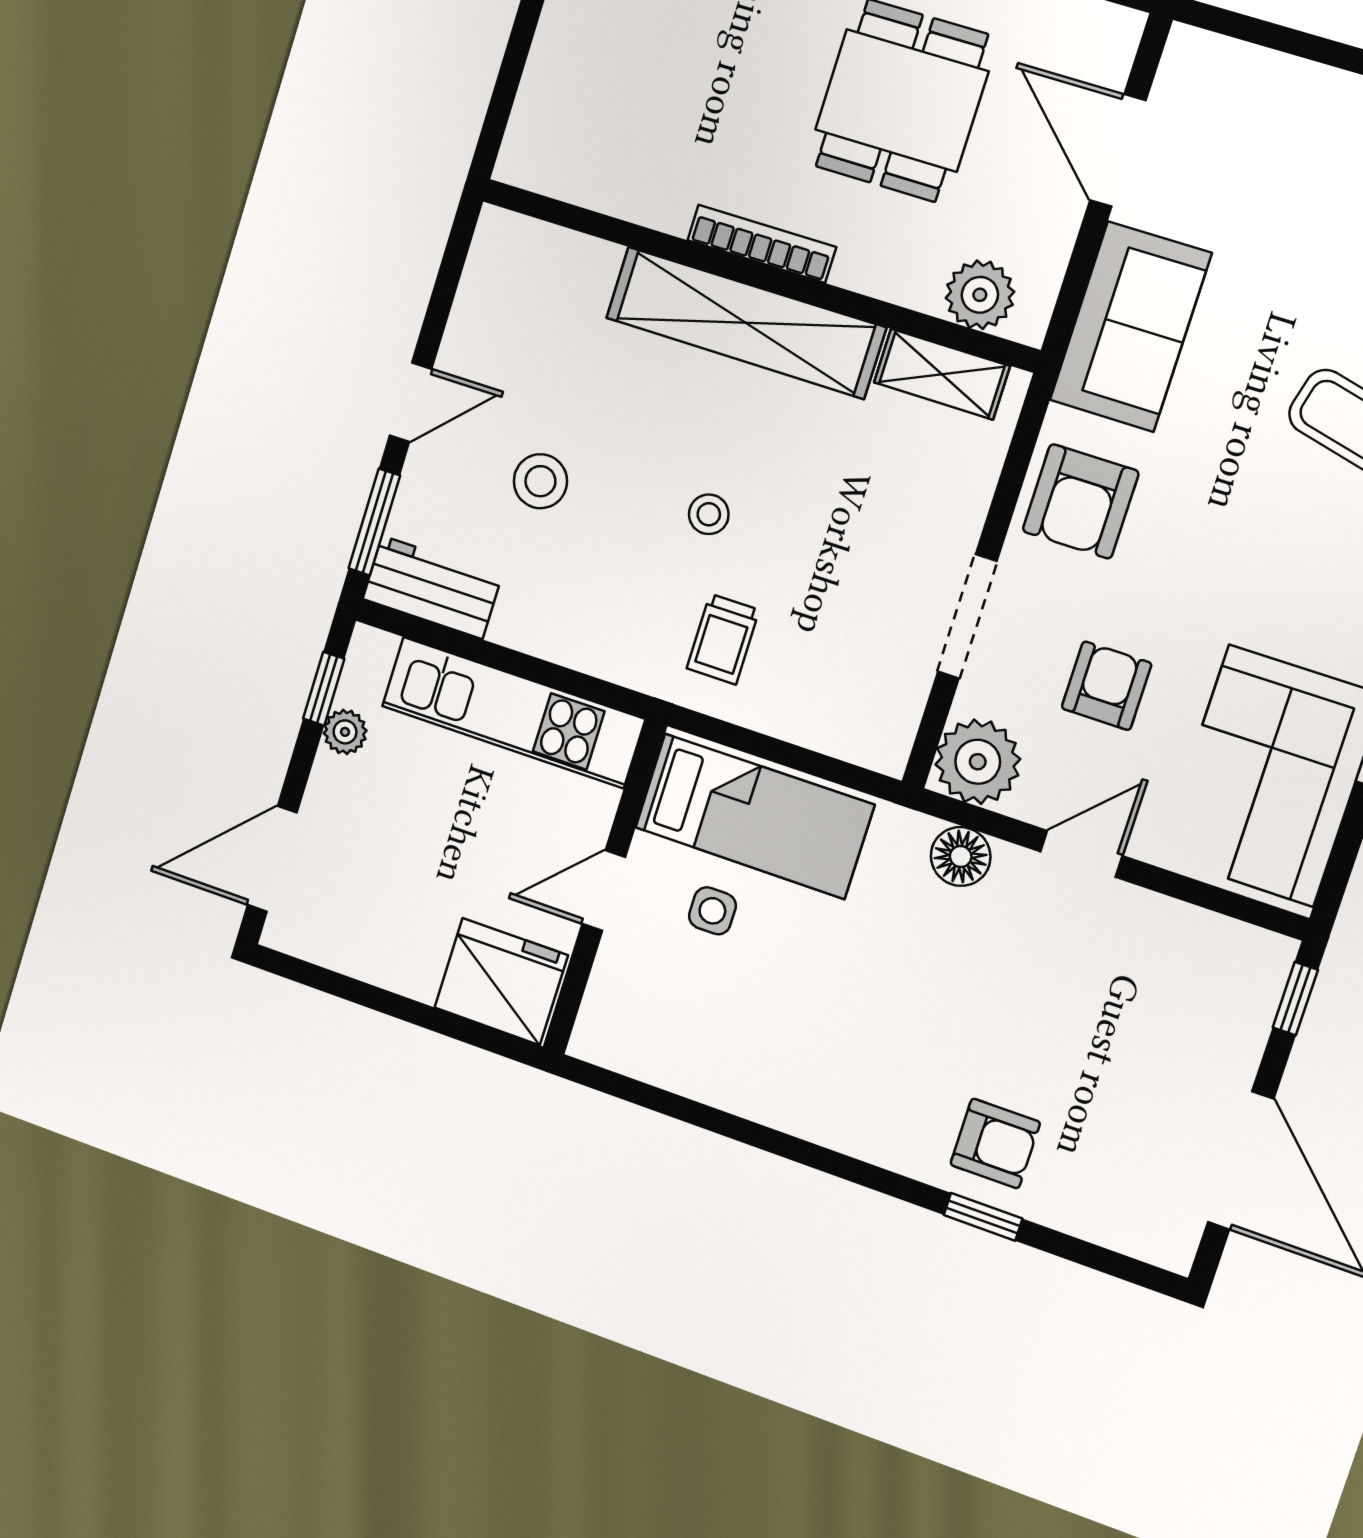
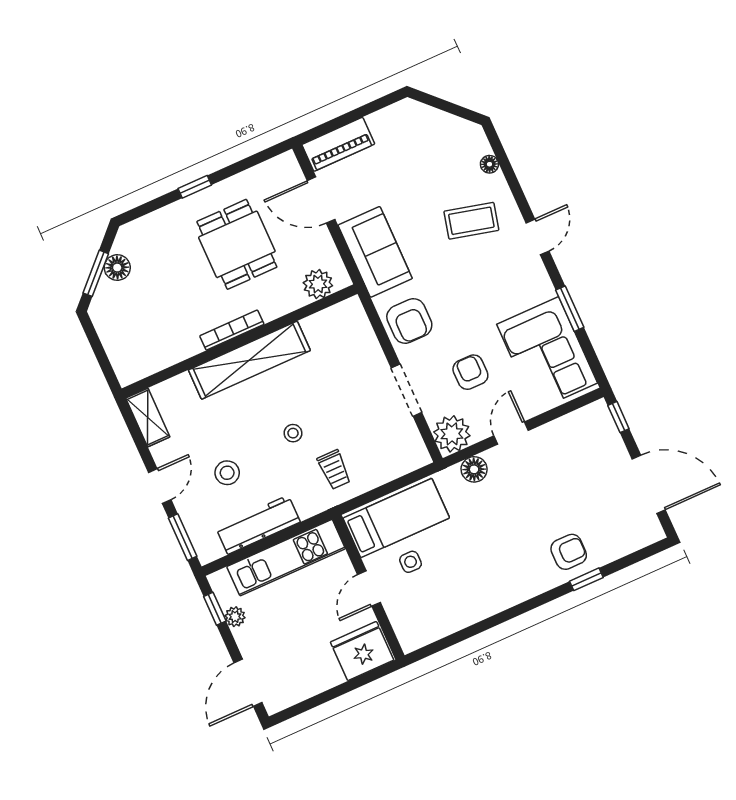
piano: (1238, 76) -> (338, 144), added
shelving: (942, 374) -> (148, 418), moved, turned 90
workbench: (432, 587) -> (258, 525), moved, width x1.38

